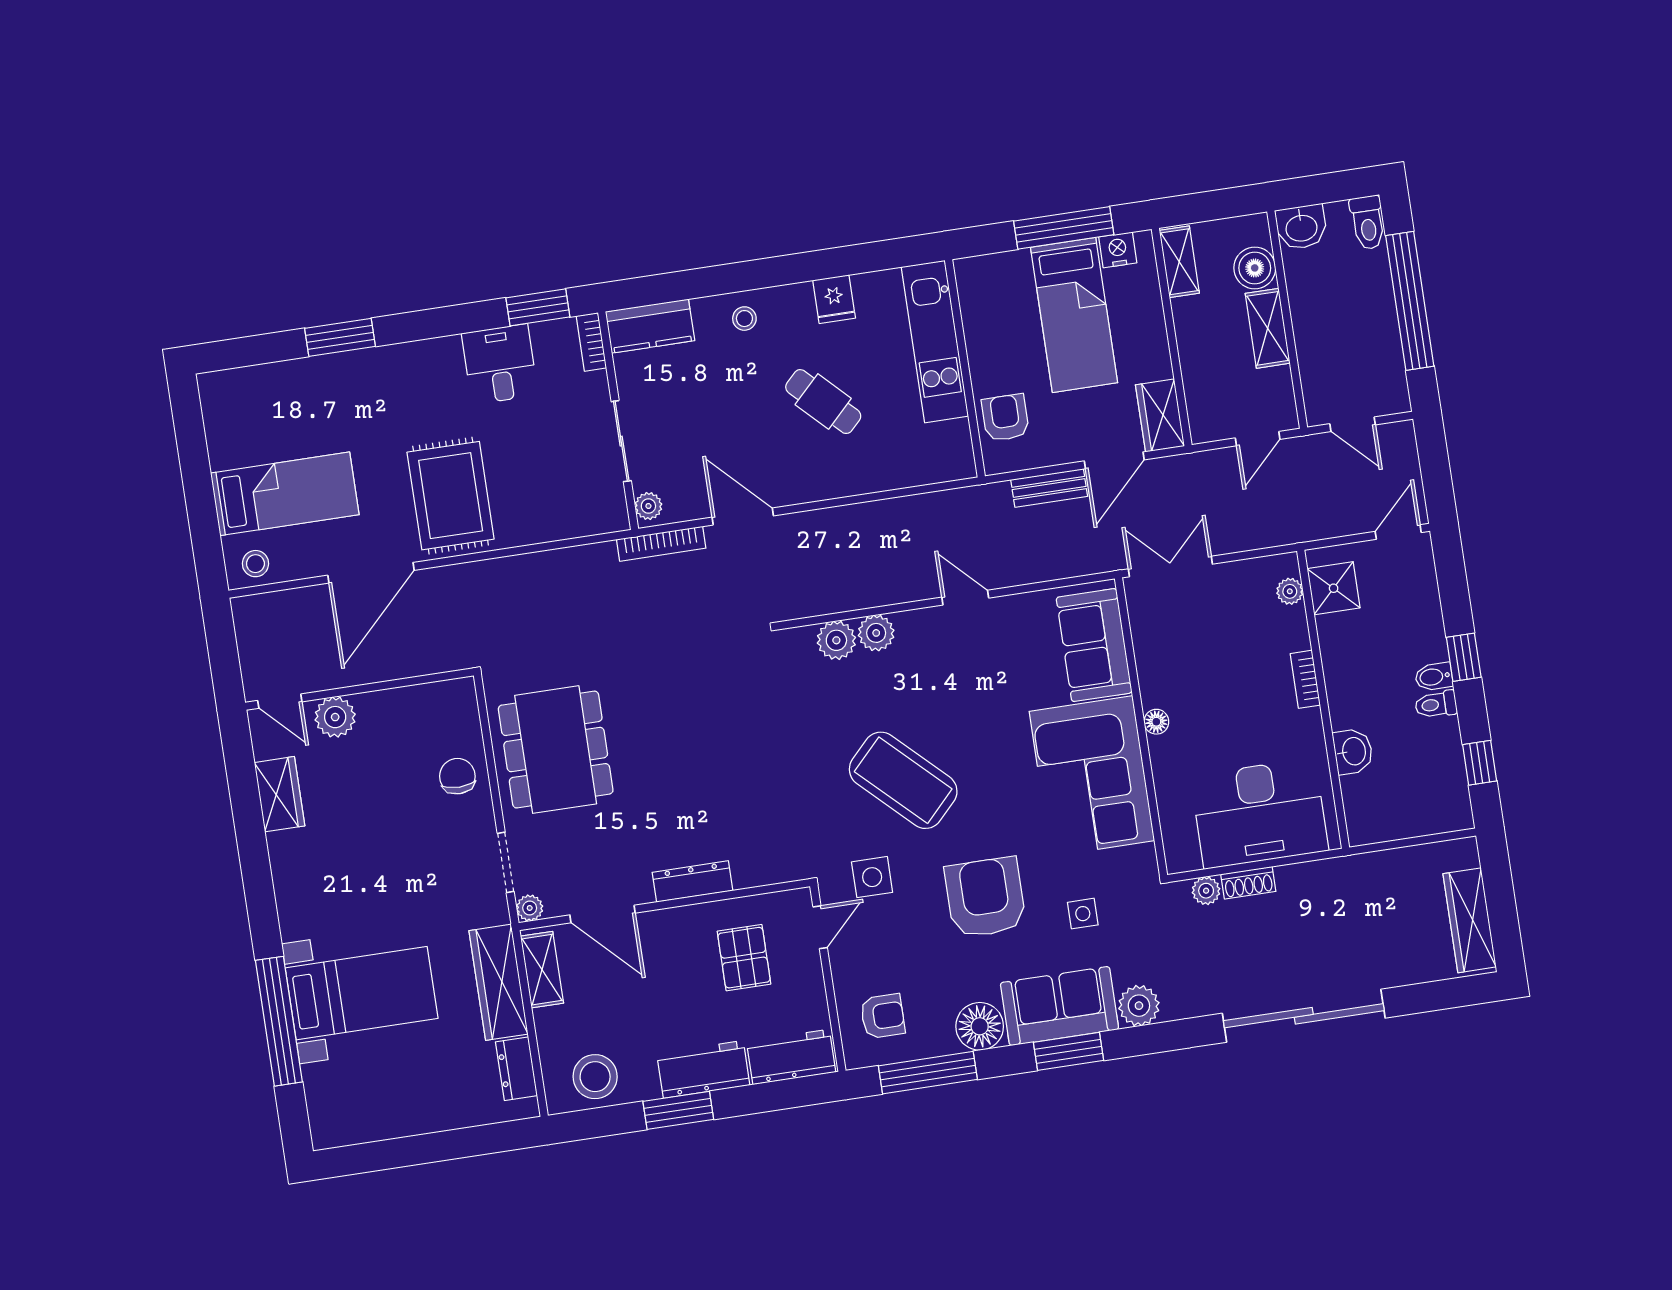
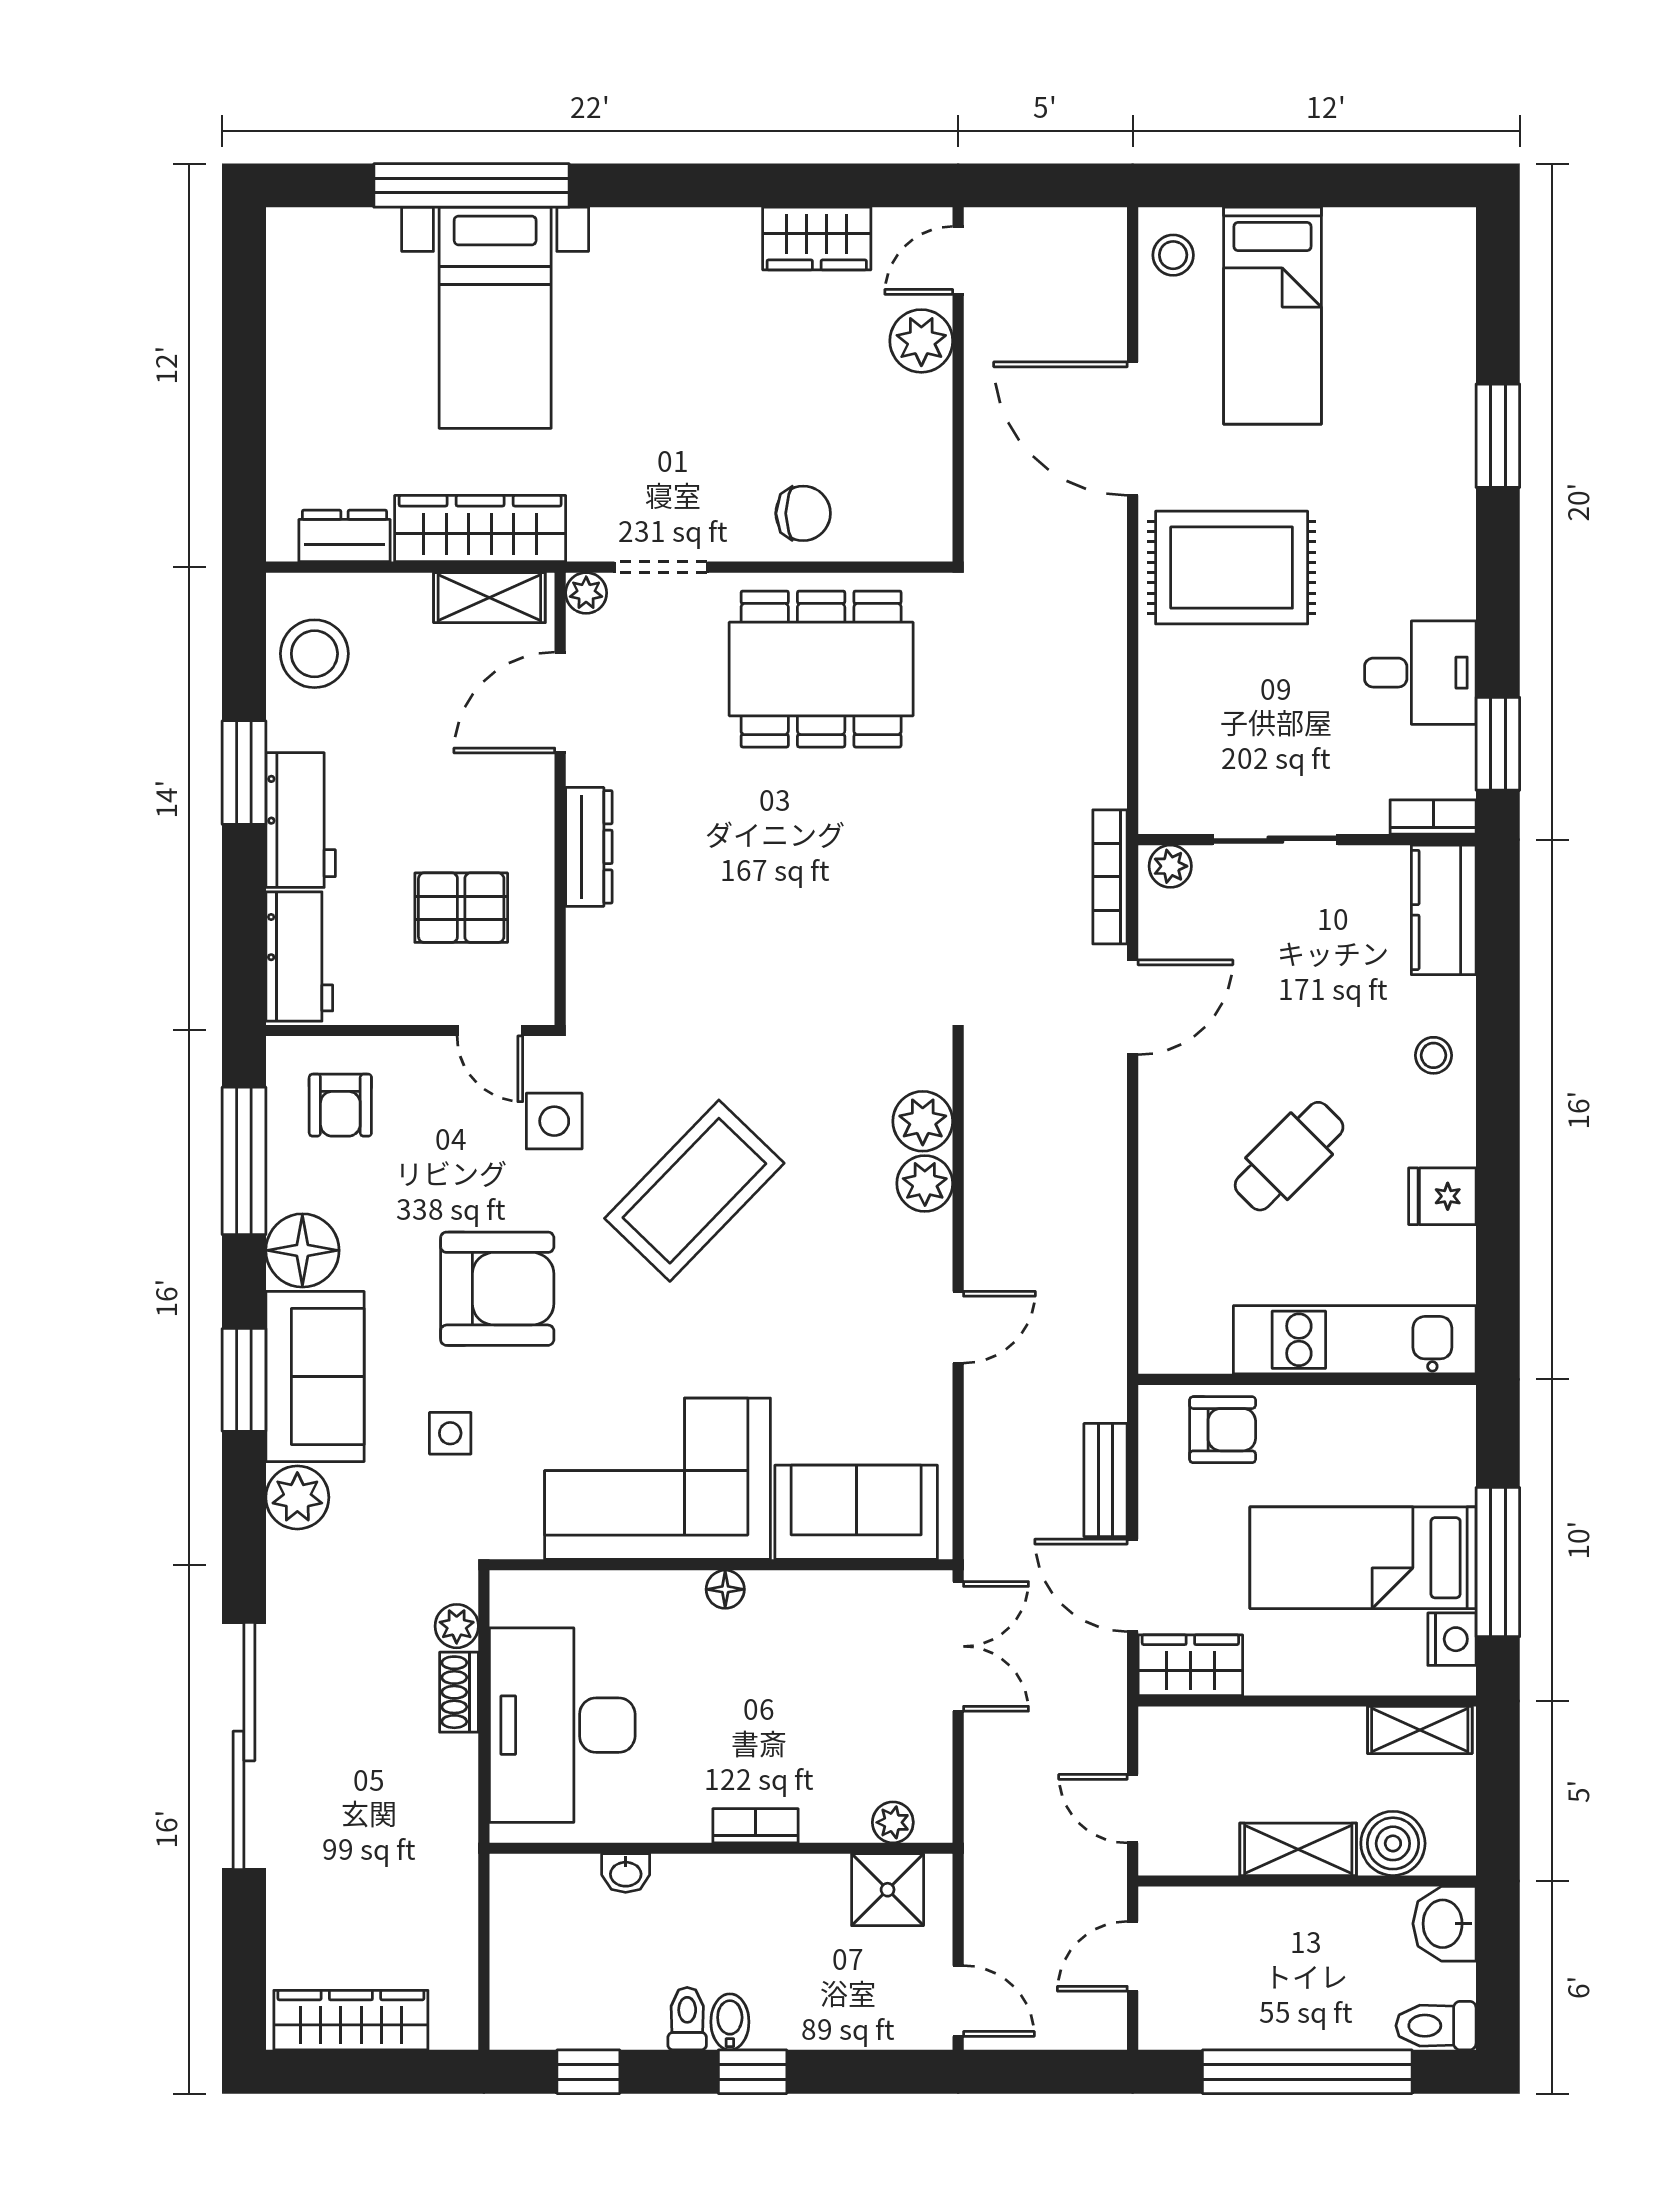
washbasin: (1353, 751) -> (626, 1873), width x0.72, depth x0.69

